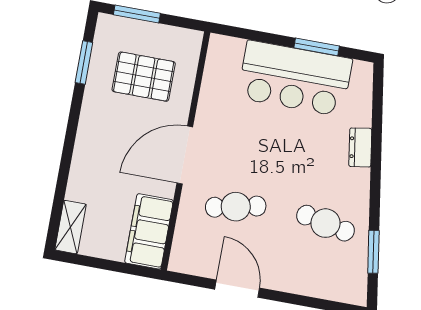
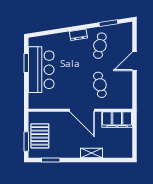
pallet: (144, 77) -> (40, 136), moved
dresser: (360, 147) -> (78, 35), moved
shelving: (70, 227) -> (91, 153), moved
door: (237, 289) -> (134, 61), moved

